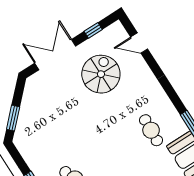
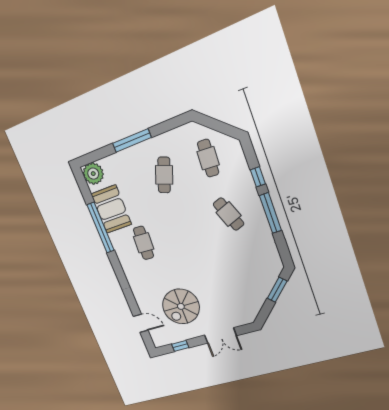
double door: (55, 55) -> (220, 335), width x0.73

